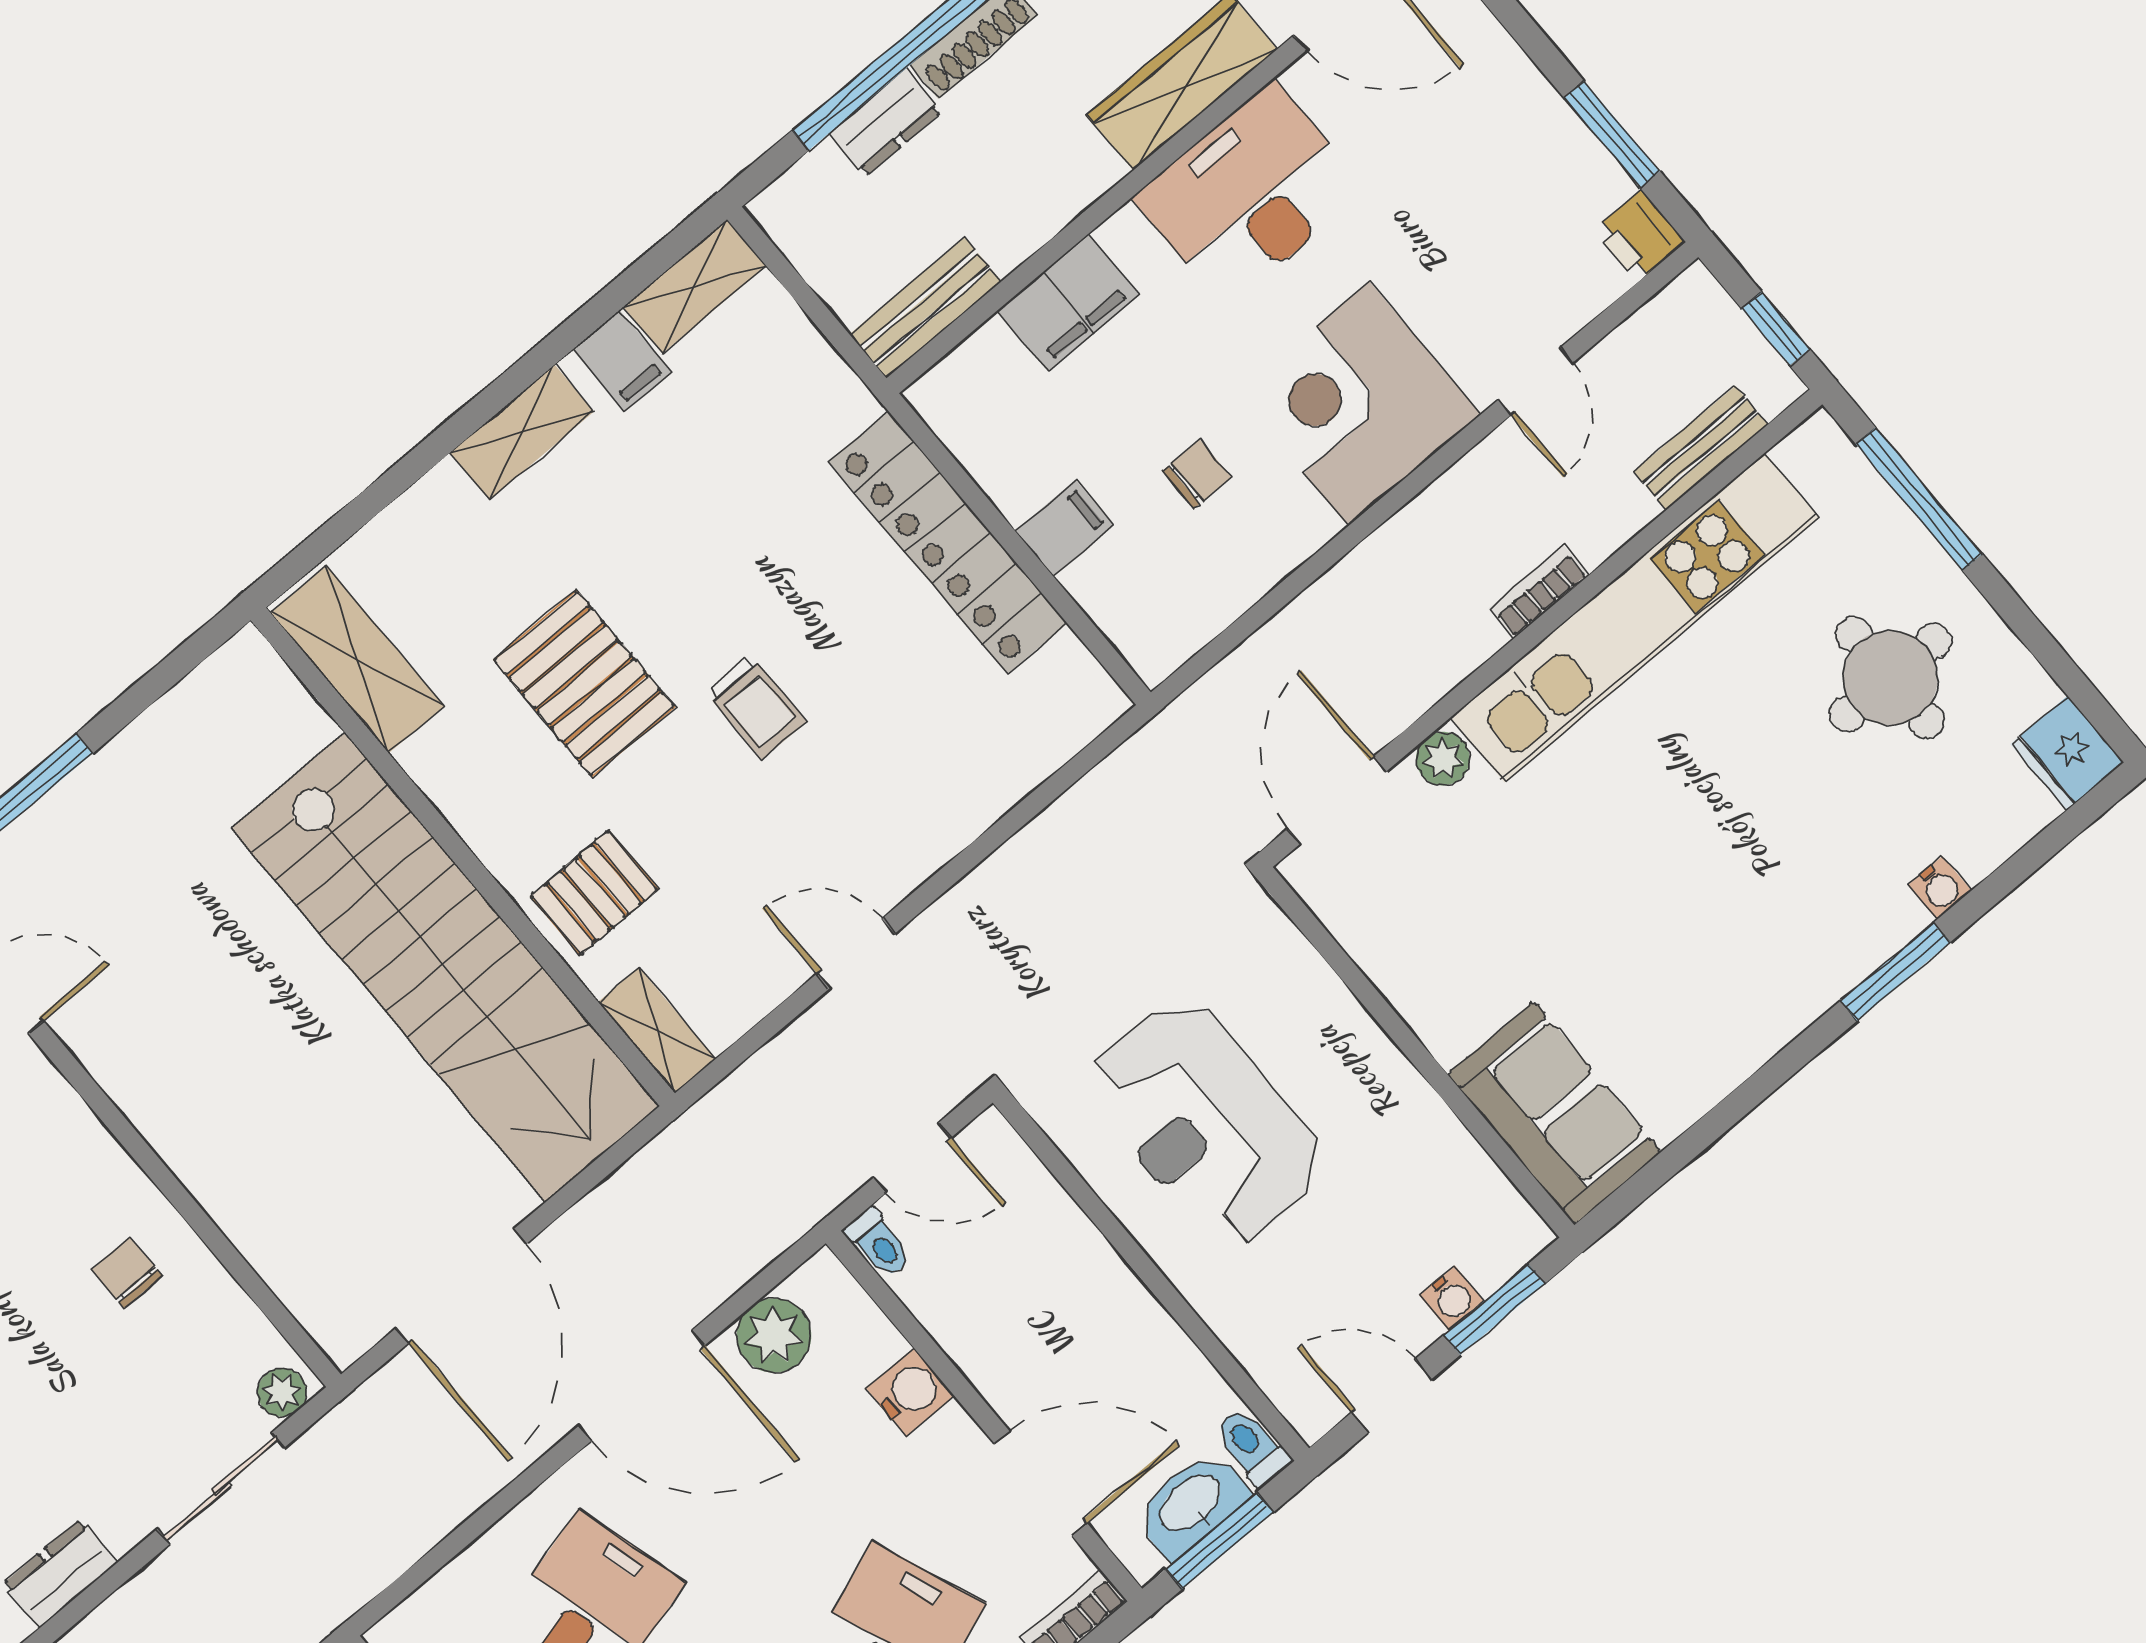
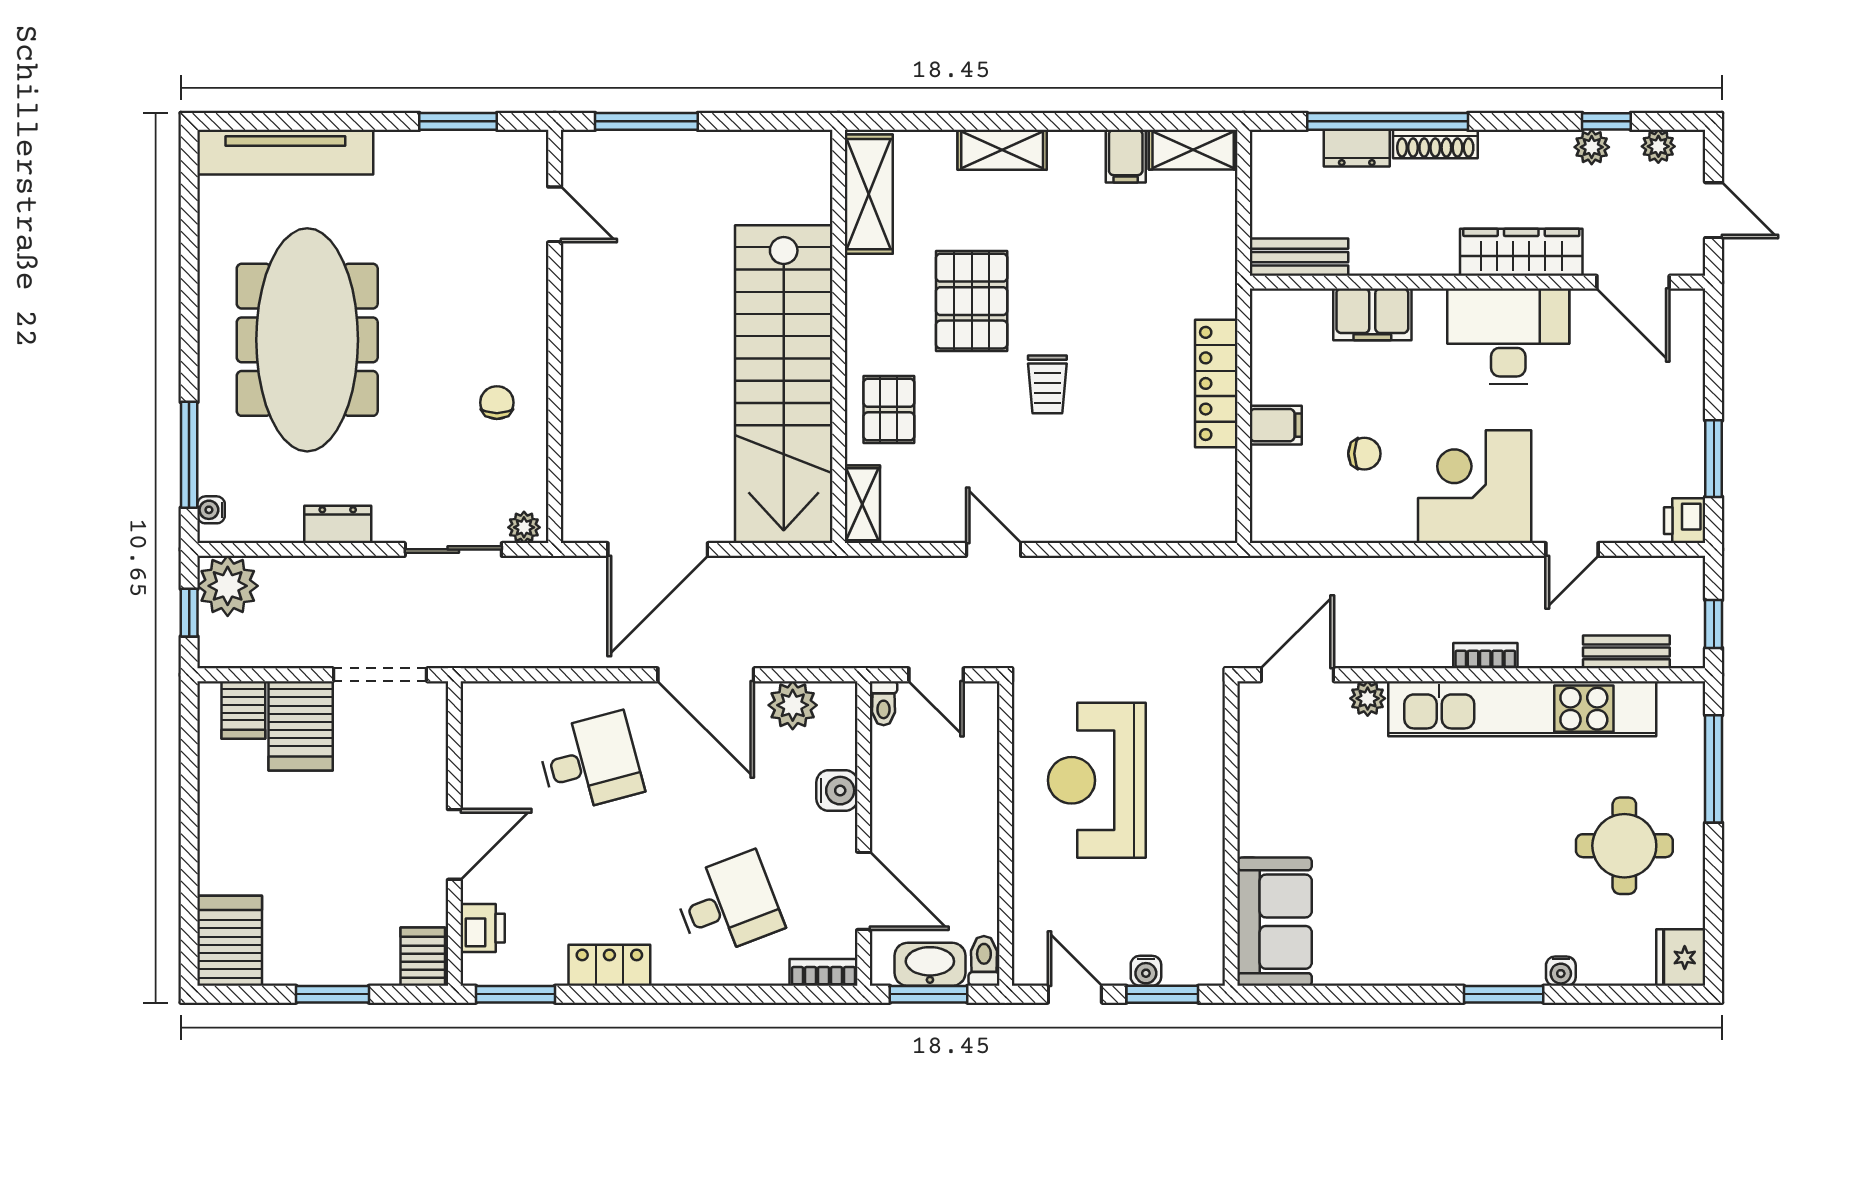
shelving: (522, 432) -> (1002, 150), moved
locker: (948, 543) -> (1216, 383), width x0.71, depth x0.83
pallet: (594, 893) -> (889, 410), turned 90

